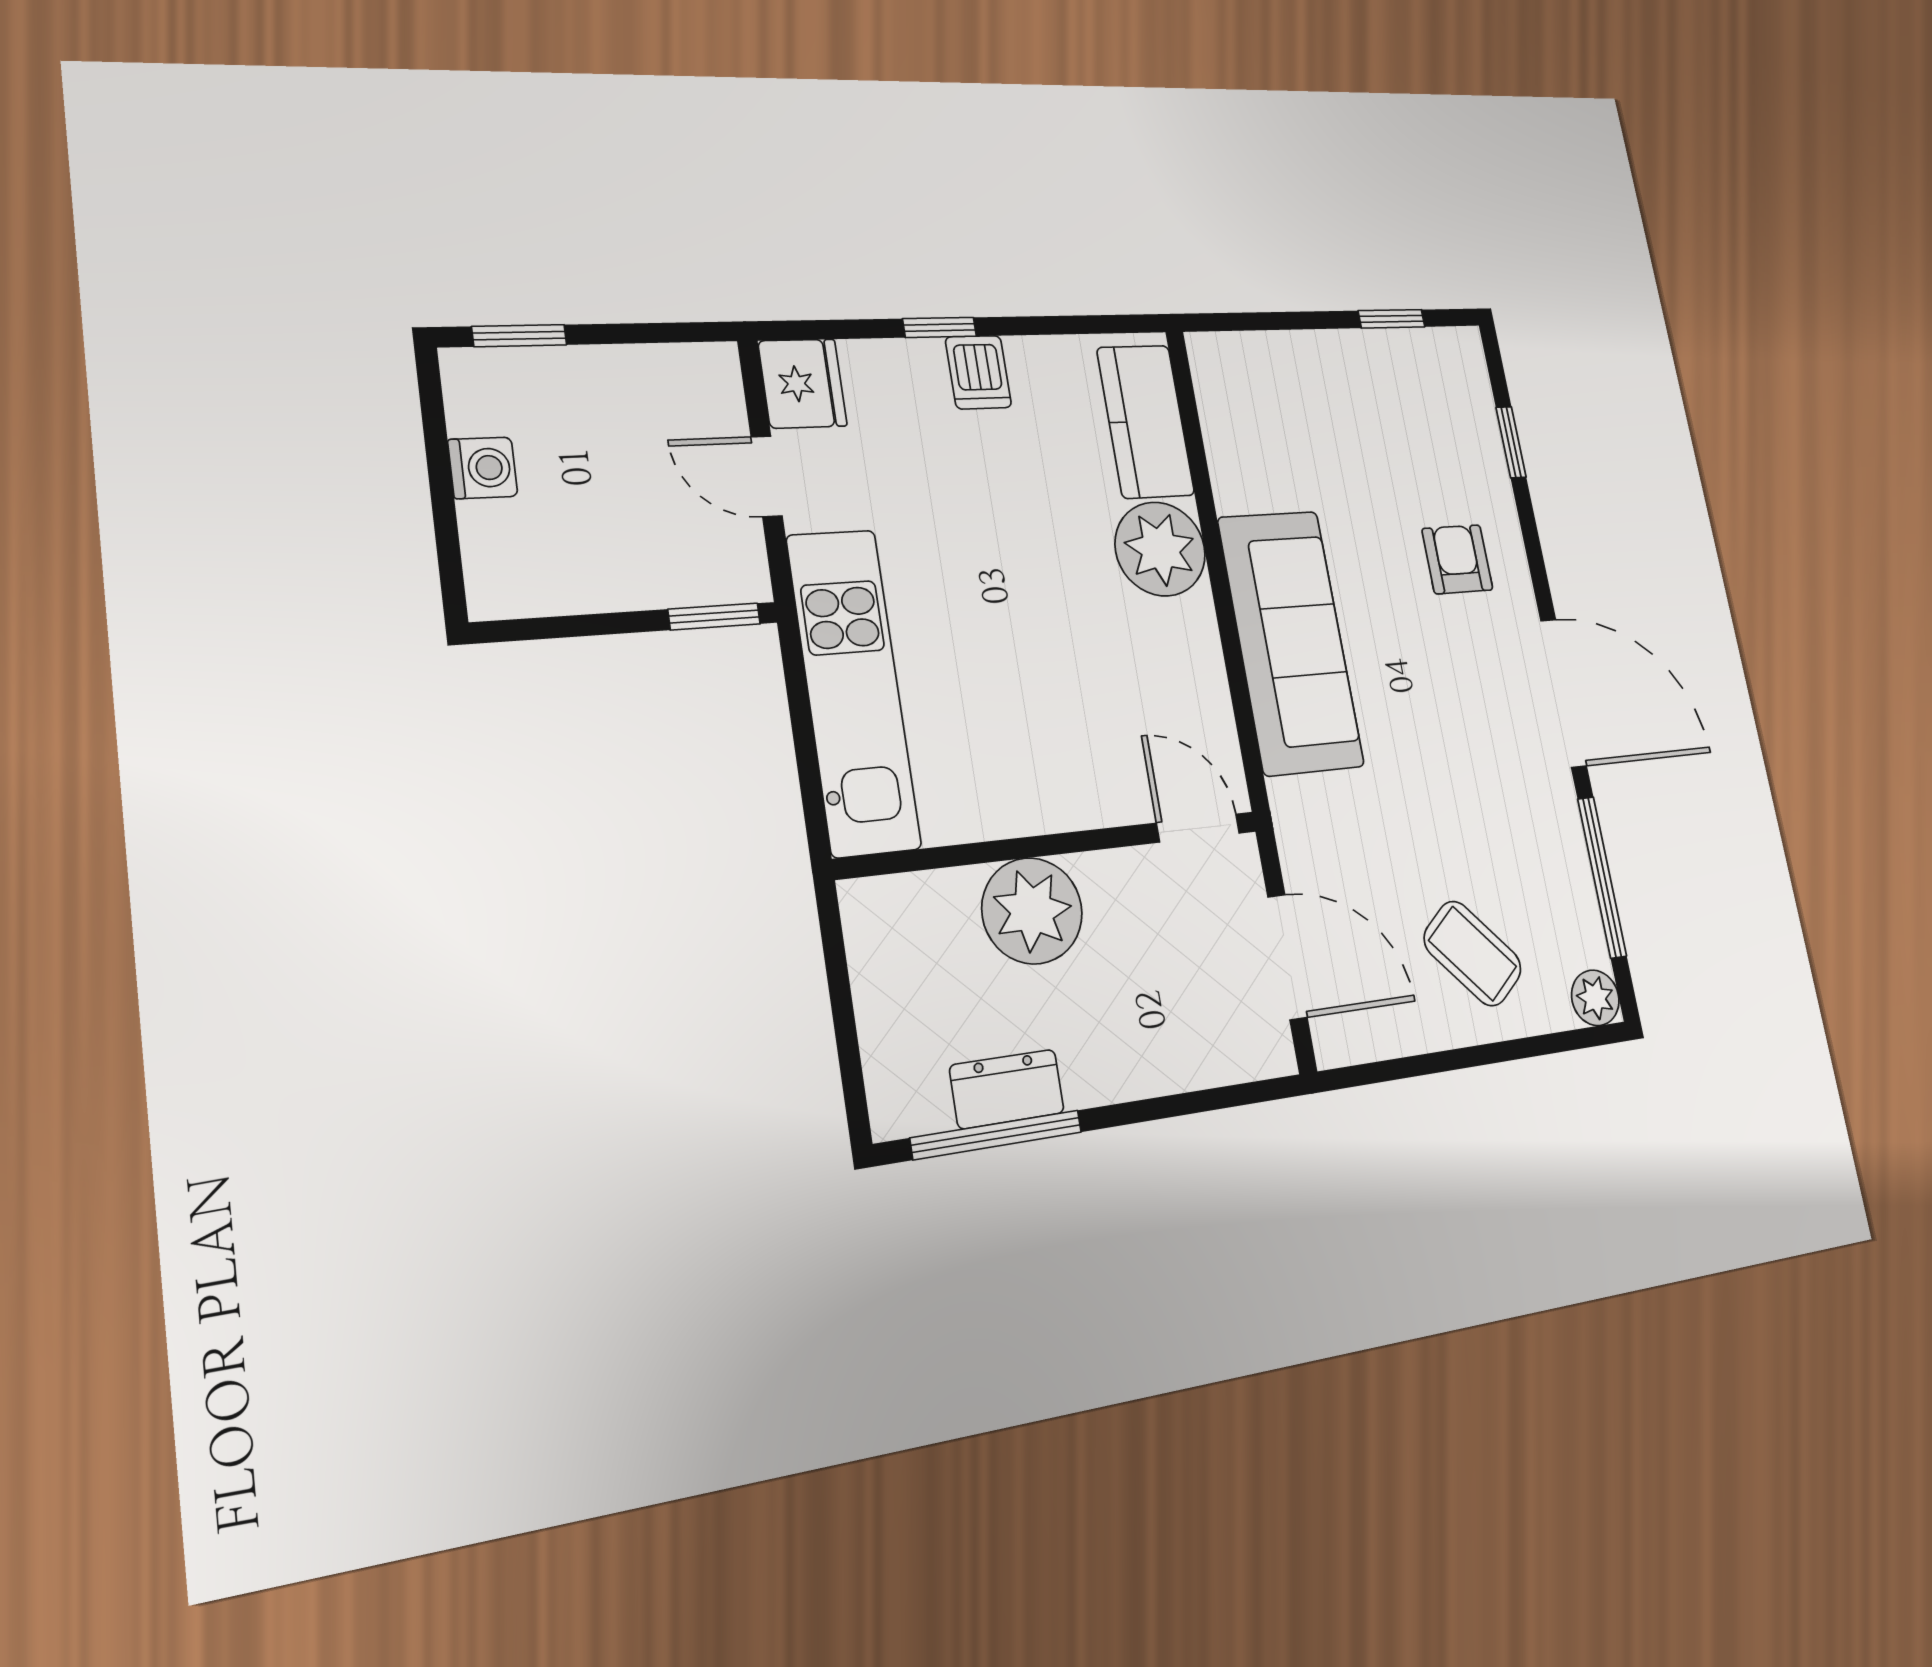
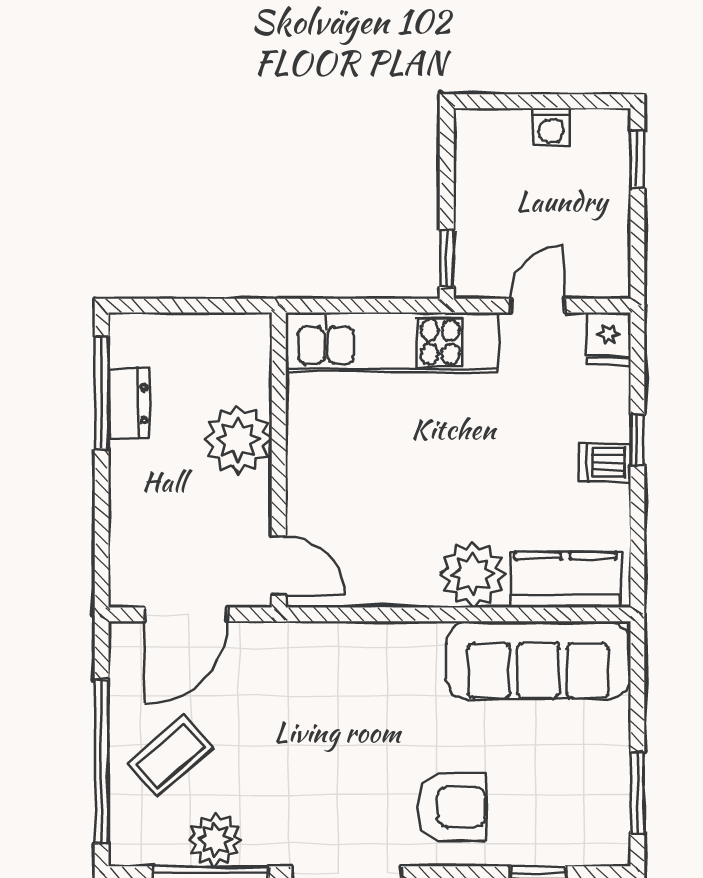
window: (1392, 319) -> (637, 793), width x1.50
fridge: (803, 383) -> (609, 339), width x0.72
armchair: (1457, 559) -> (452, 807), width x1.38, depth x1.38
sofa: (1291, 642) -> (538, 660), moved
door: (1198, 828) -> (279, 566), hinge flipped
plant: (1595, 998) -> (215, 840), moved, width x1.38, depth x1.38
window: (1499, 1052) -> (102, 761), added

